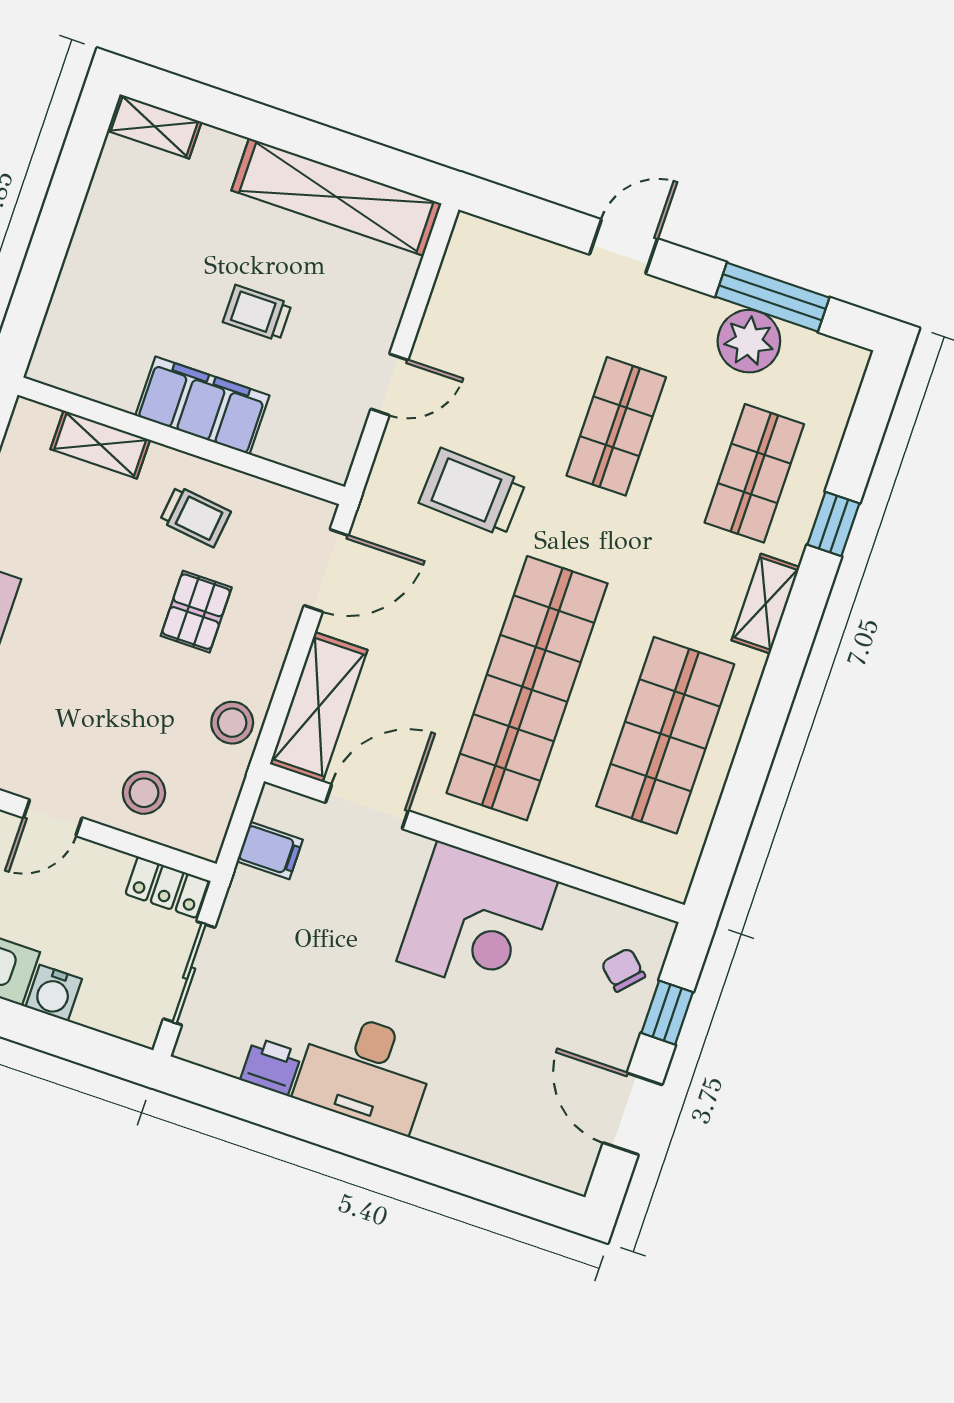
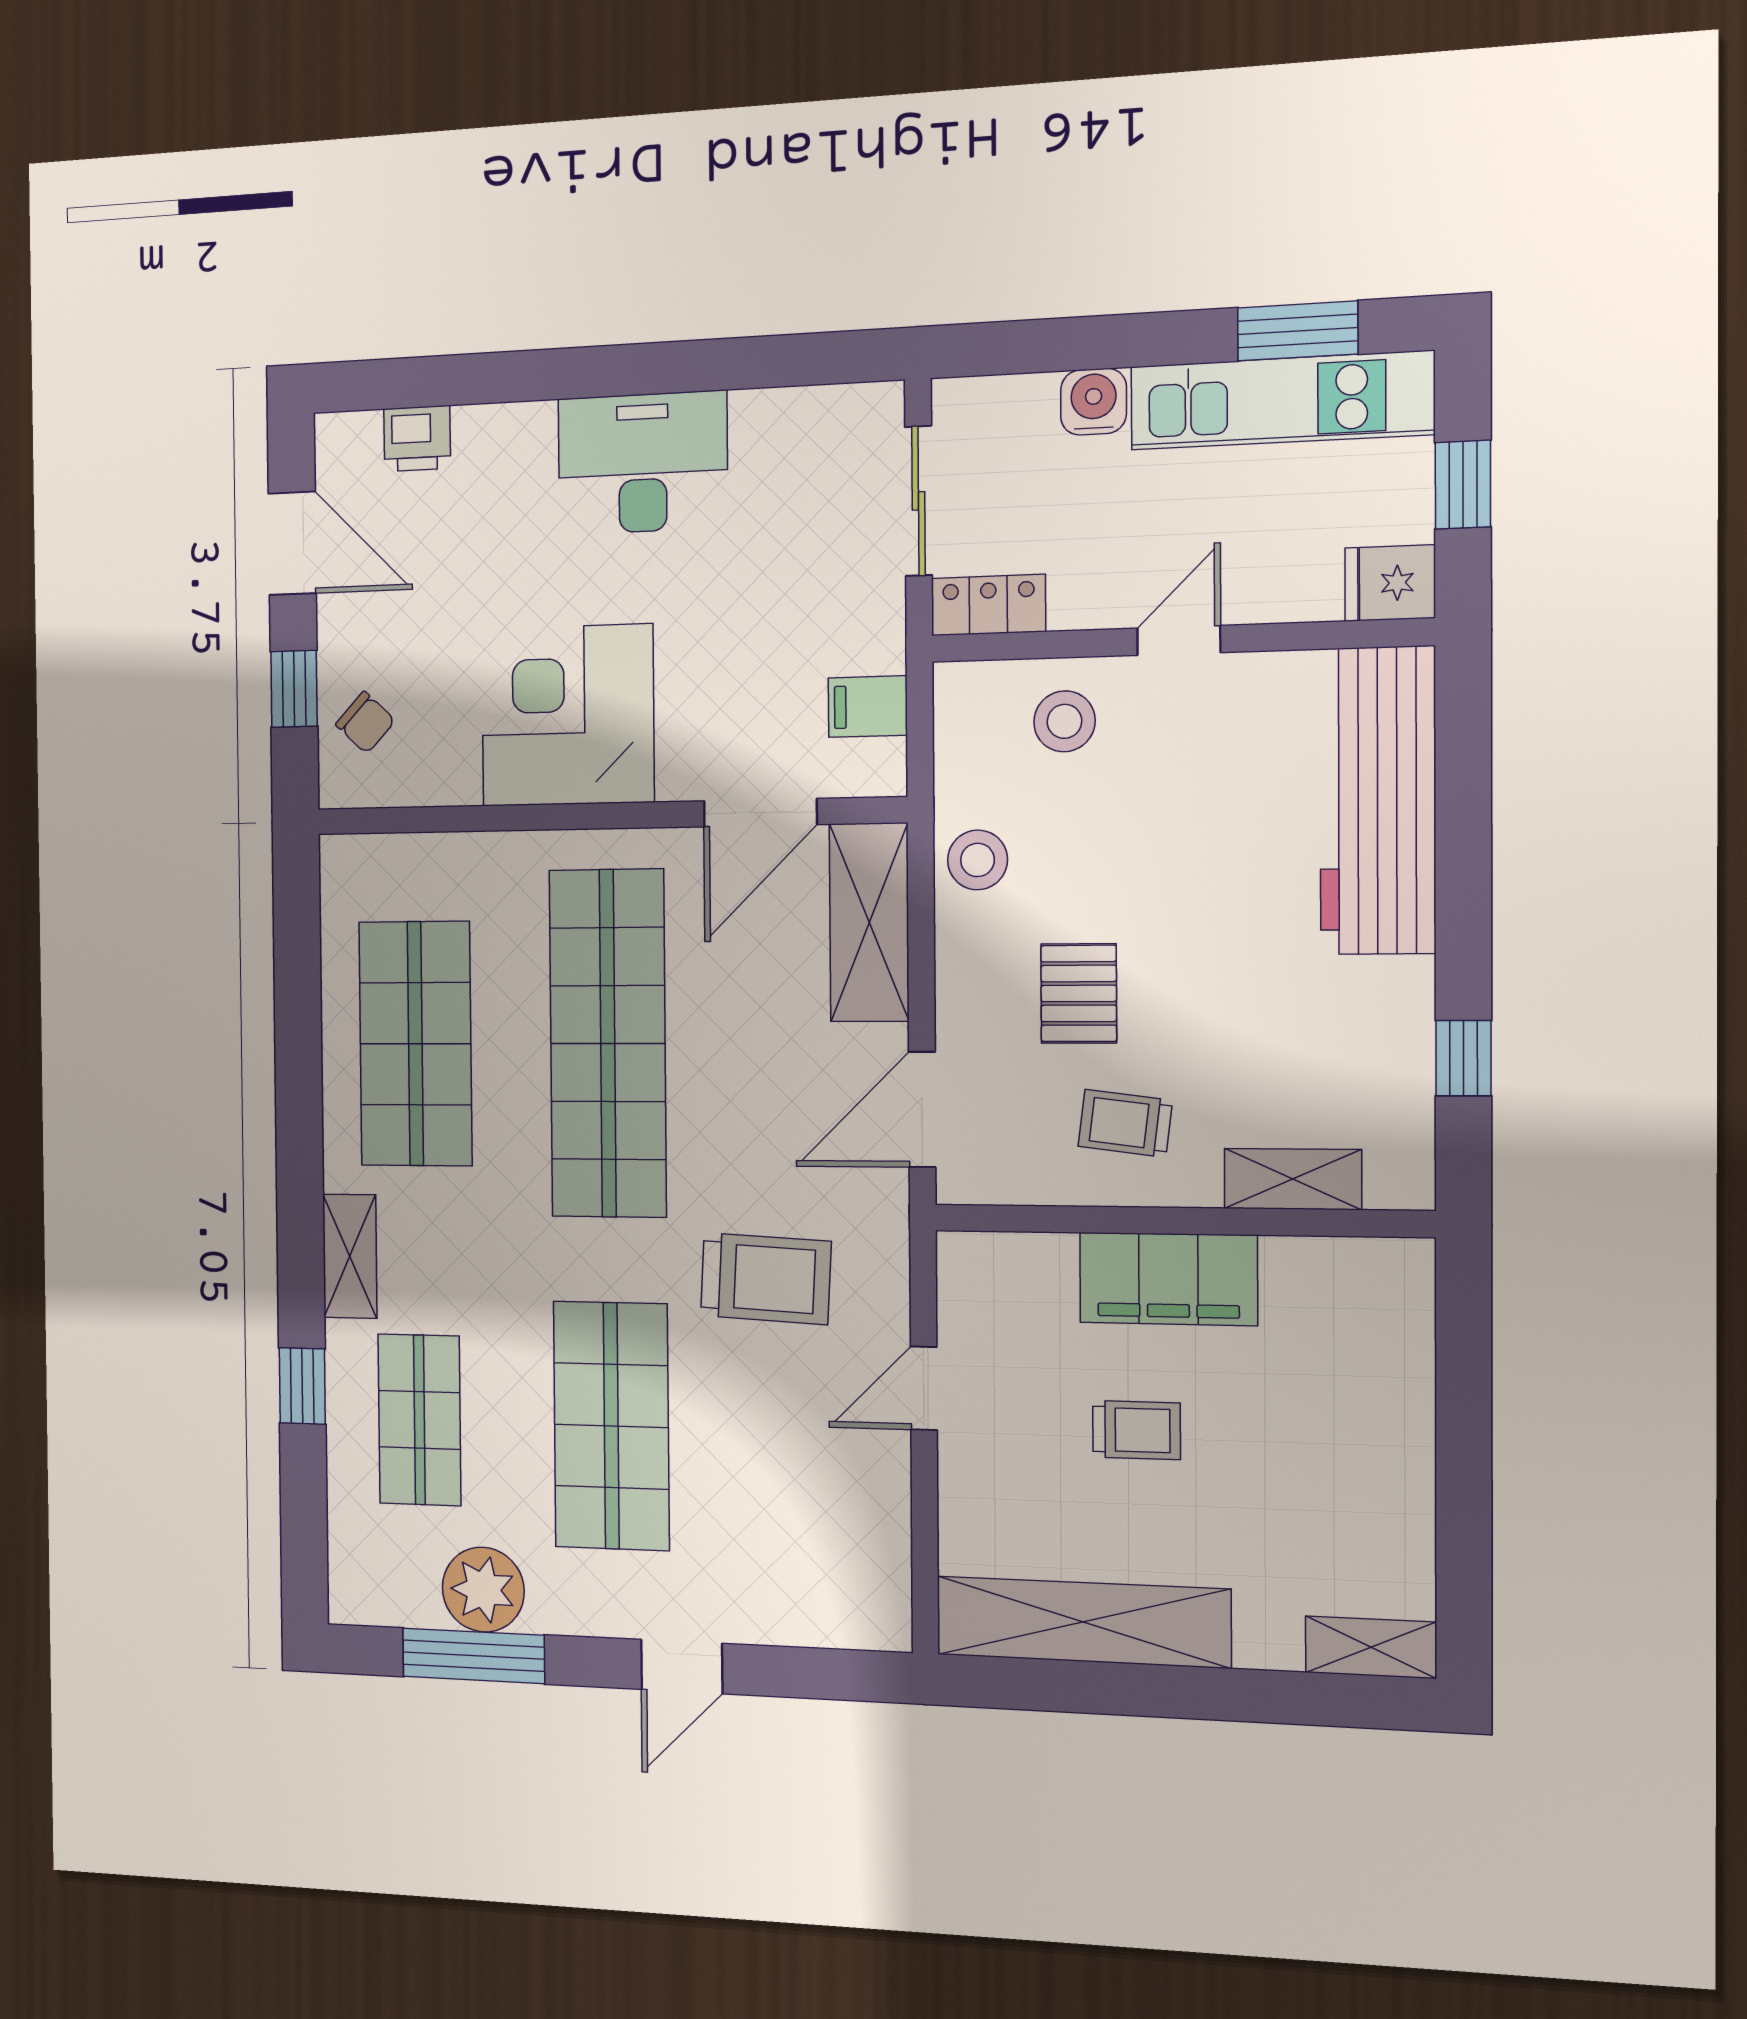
shop shelf: (616, 426) -> (611, 1426), width x1.43, depth x1.36
printer: (271, 1066) -> (417, 439), moved

